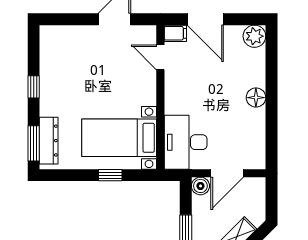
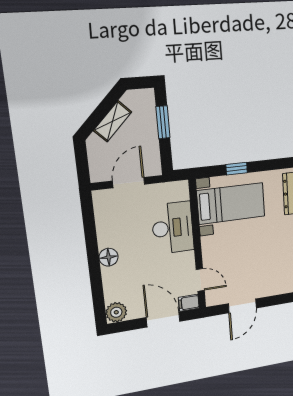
desk: (186, 142) -> (173, 228), moved
boiler: (200, 186) -> (153, 168), removed

